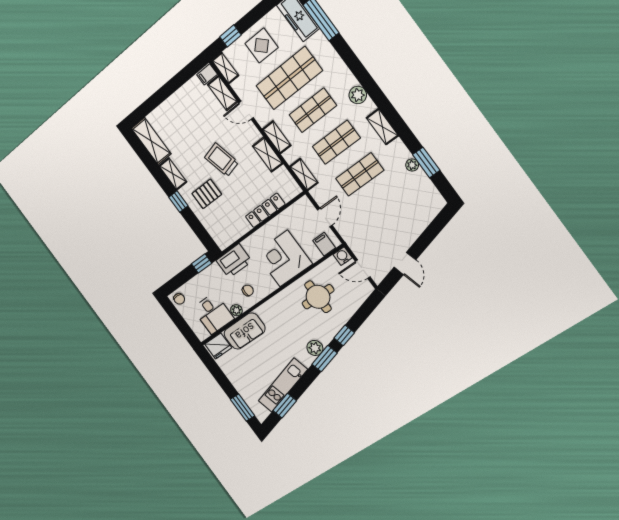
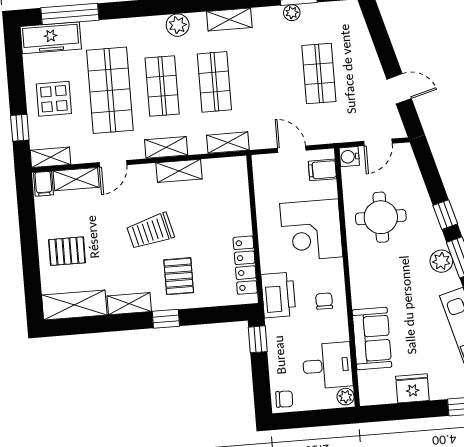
pallet: (178, 116) -> (67, 251), added
shop shelf: (360, 174) -> (319, 73), moved
locker: (265, 210) -> (245, 265), moved
plant: (236, 310) -> (346, 397), moved
fridge: (218, 346) -> (412, 388), moved, turned -90

